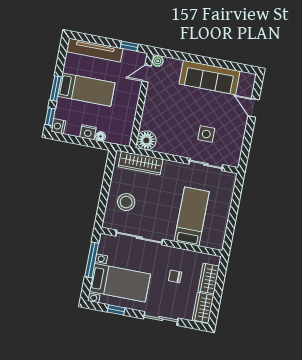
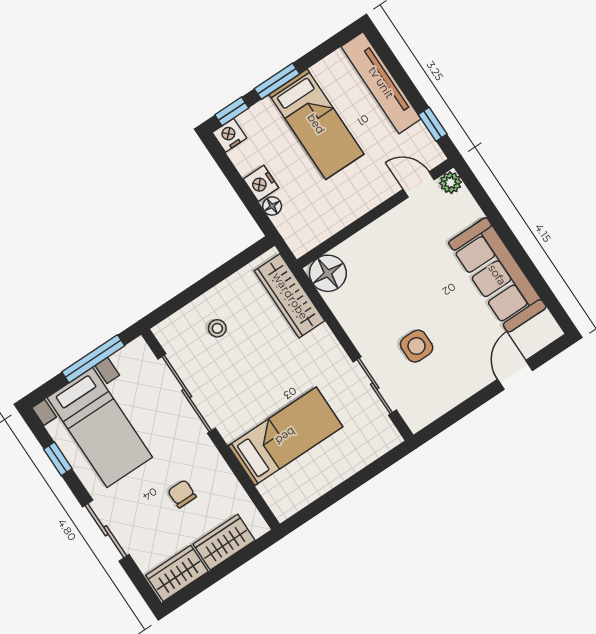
stool: (126, 202) -> (217, 328), width x0.53, depth x0.53

